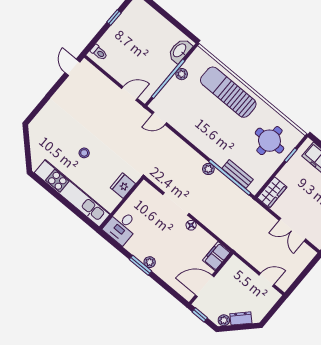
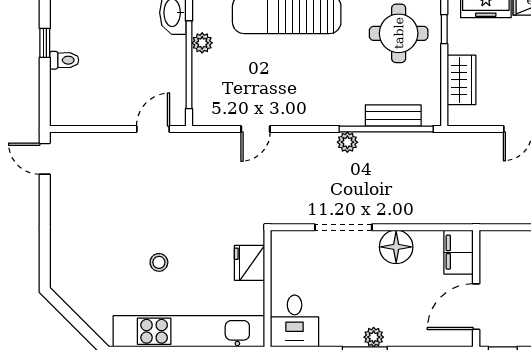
toilet: (99, 52) -> (64, 60), moved
door: (159, 118) -> (256, 129), moved
wardrobe: (272, 192) -> (461, 80), moved
floor lamp: (191, 225) -> (396, 247), width x1.89, depth x1.89

